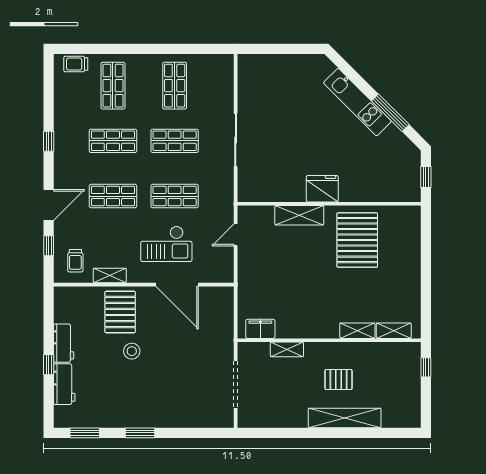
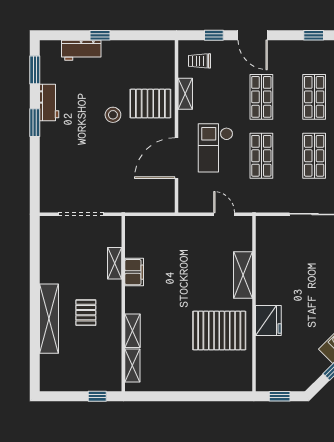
fridge: (322, 189) -> (268, 321), moved
filing cabinet: (260, 329) -> (134, 272), moved
workbench: (64, 343) -> (49, 103), moved, turned -90

